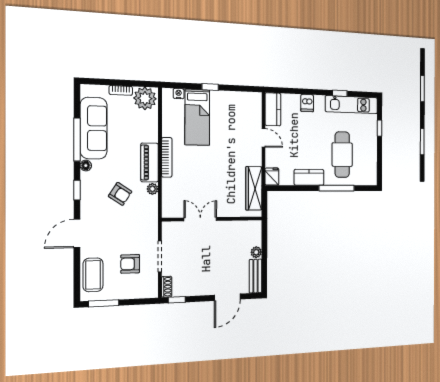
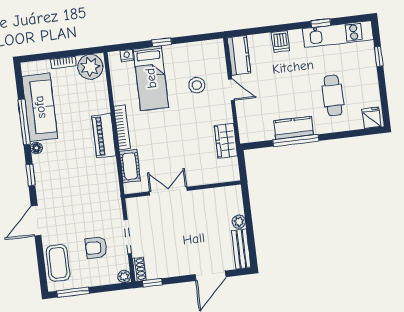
stool: (235, 129) -> (197, 85), added
cafe table: (342, 155) -> (333, 95), width x0.73, depth x0.74
fridge: (272, 177) -> (372, 118), moved
wardrobe: (254, 188) -> (226, 141), width x0.67
window: (337, 188) -> (296, 140), moved
plant: (152, 189) -> (124, 276), moved
cot: (170, 193) -> (130, 166), added
armchair: (120, 194) -> (76, 174), removed

